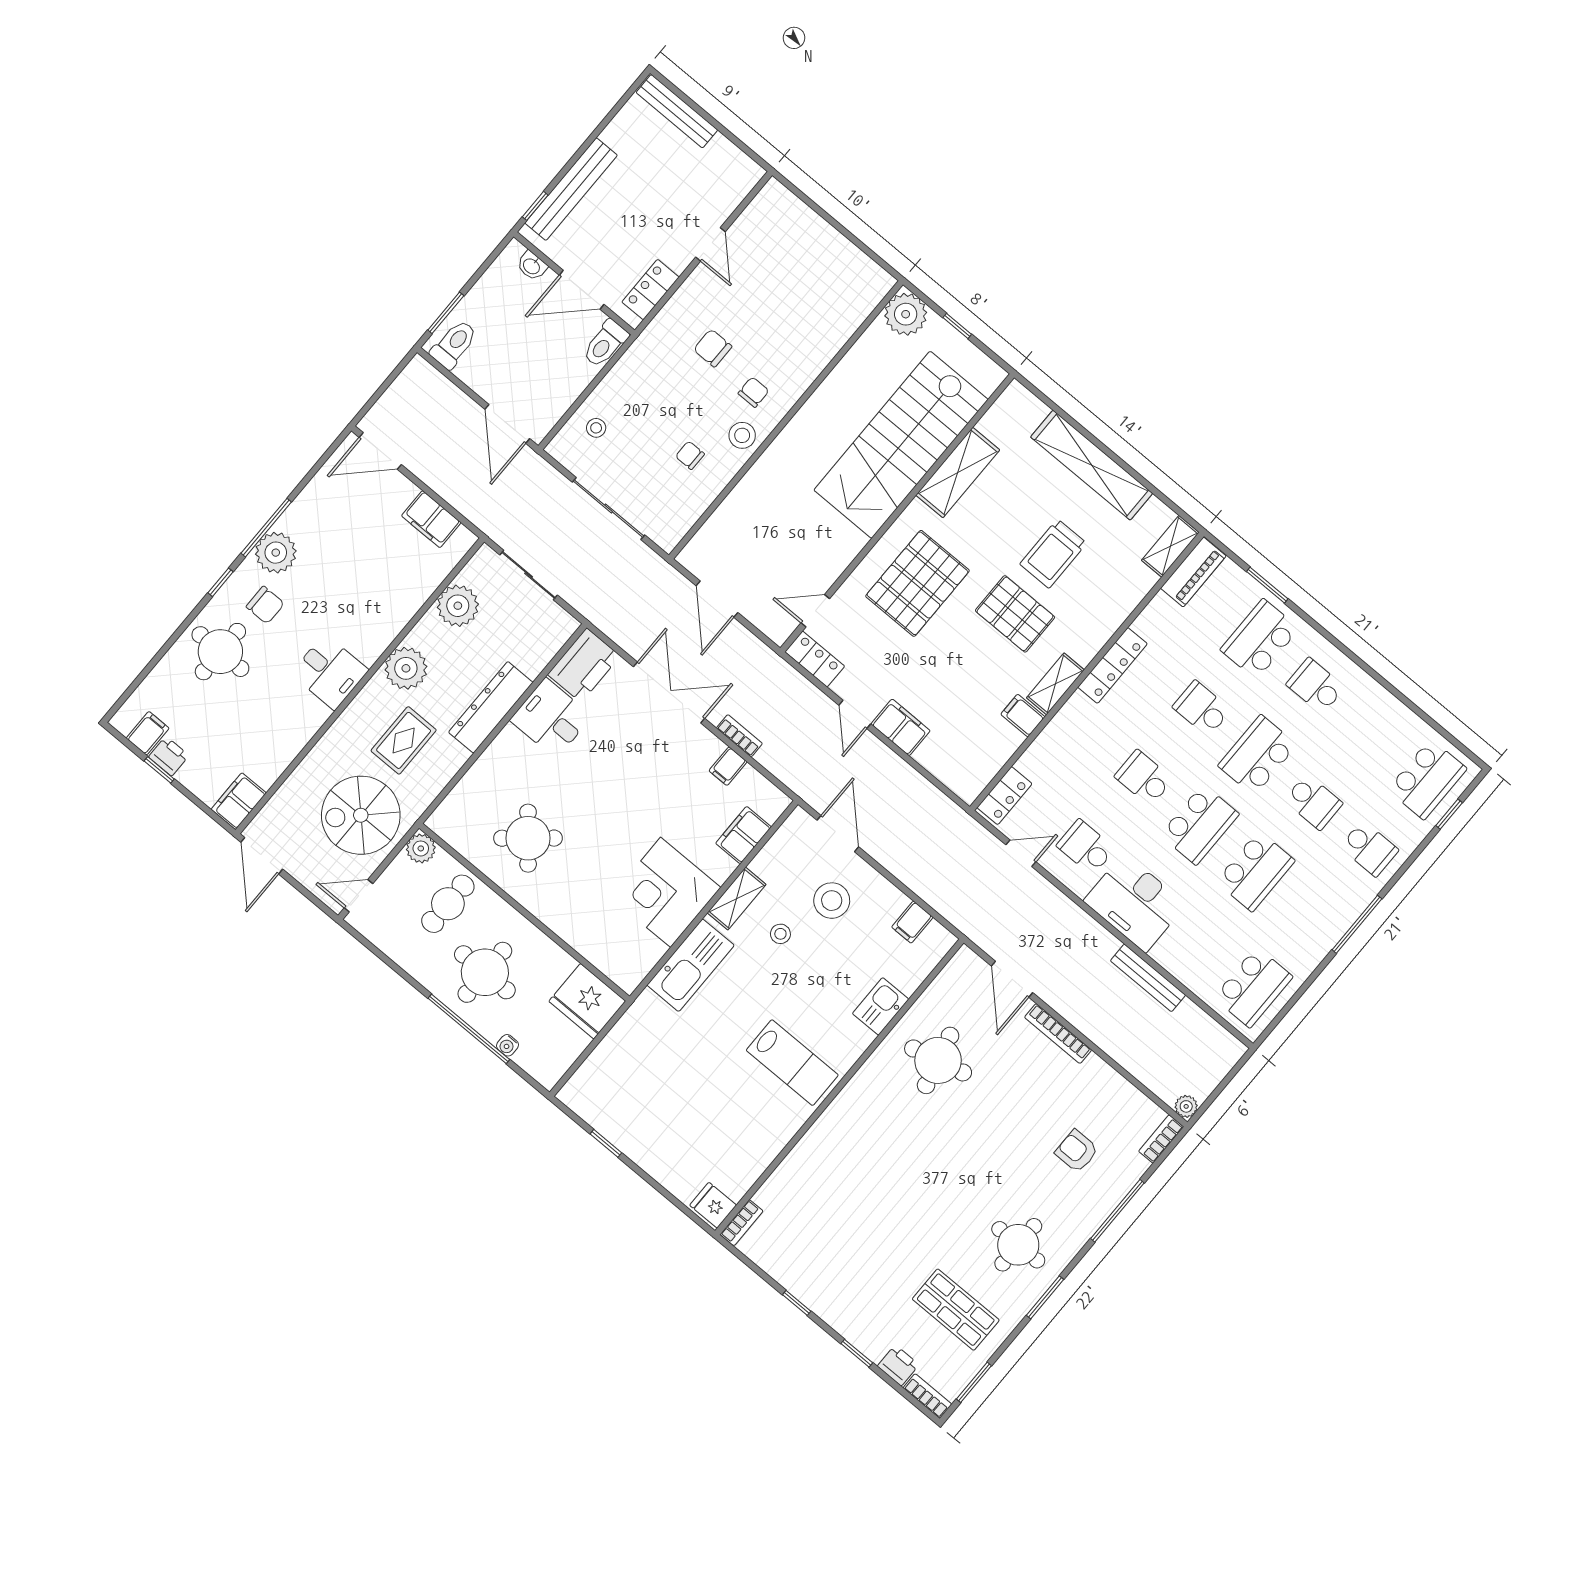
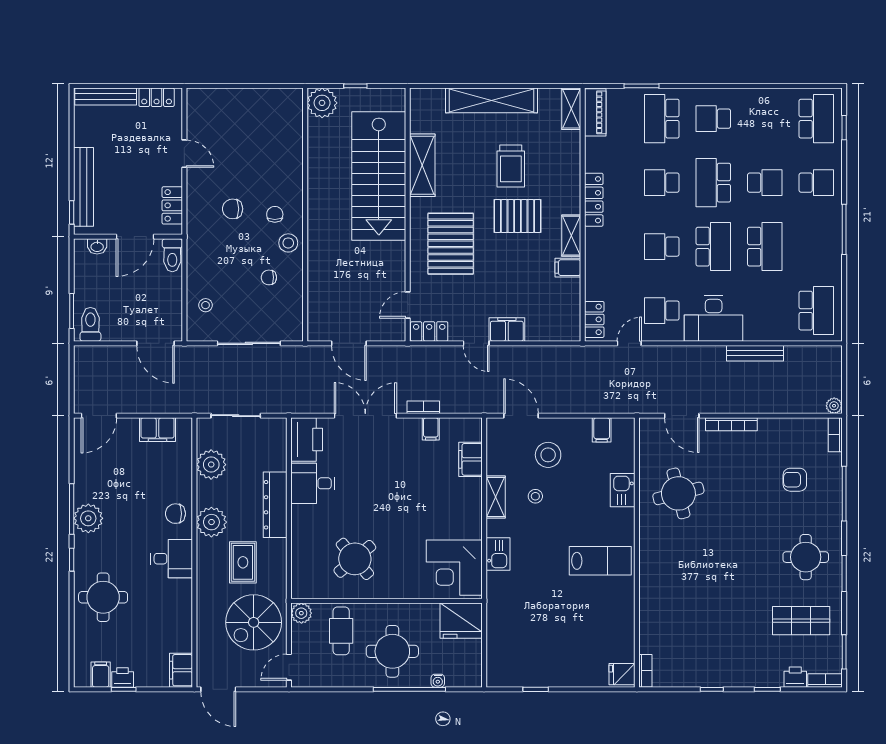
locker: (731, 158) -> (157, 97), added
chair: (265, 605) -> (175, 514), moved, turned 180
corner desk: (666, 892) -> (454, 568), moved
kitchen sink: (691, 965) -> (498, 554), width x0.53, depth x0.81

